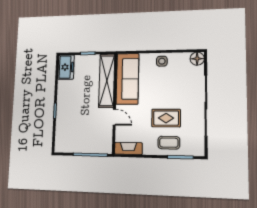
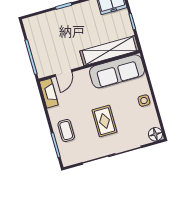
door: (114, 117) -> (64, 73), moved
rug: (166, 118) -> (104, 121), moved

